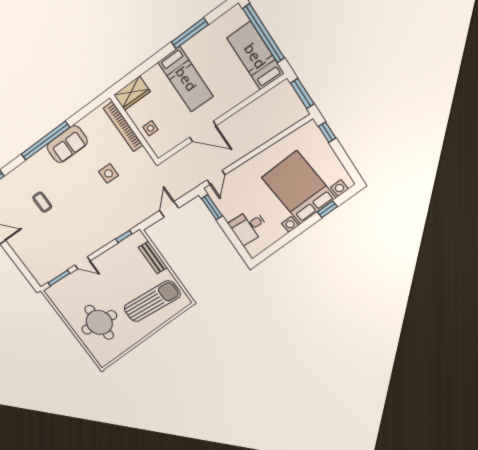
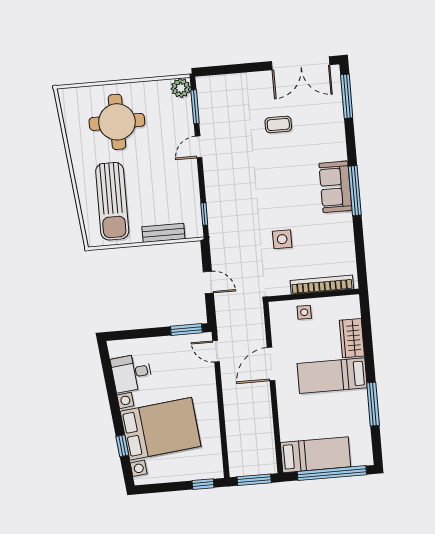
wardrobe: (132, 93) -> (352, 338), moved
window: (45, 141) -> (355, 191), width x0.68
sofa: (67, 144) -> (335, 187), moved
coffee table: (42, 202) -> (278, 124), moved
desk: (249, 227) -> (132, 373), moved, turned -96
plant: (53, 293) -> (181, 88), added

